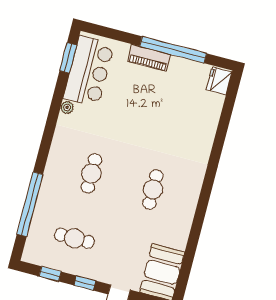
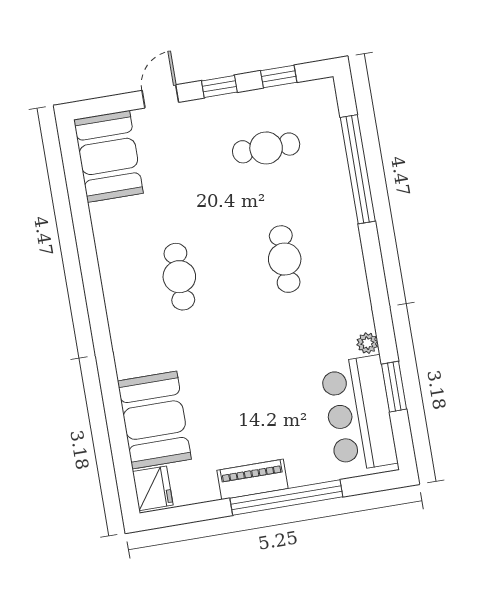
window: (173, 50) -> (286, 498), moved
window: (68, 58) -> (394, 387), moved
piano: (149, 58) -> (253, 479), moved
booth: (202, 118) -> (154, 420), added

